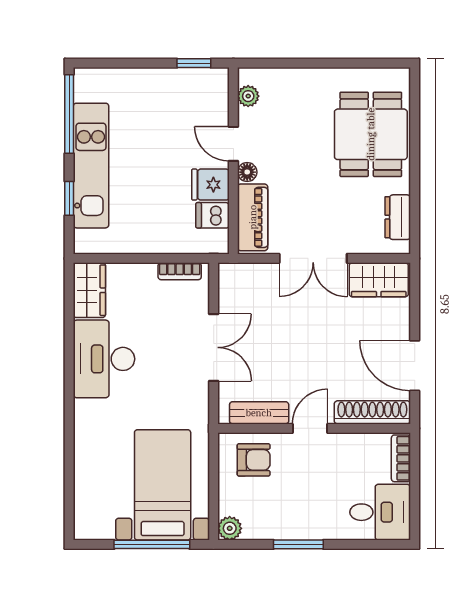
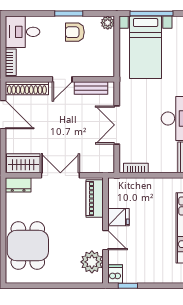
plant: (248, 96) -> (92, 262), width x1.87, depth x1.87
floor lamp: (247, 172) -> (98, 224), removed
dishwasher: (213, 215) -> (115, 274), moved, turned -90
dresser: (398, 217) -> (18, 185), moved, turned 90
armchair: (254, 460) -> (75, 32), moved

